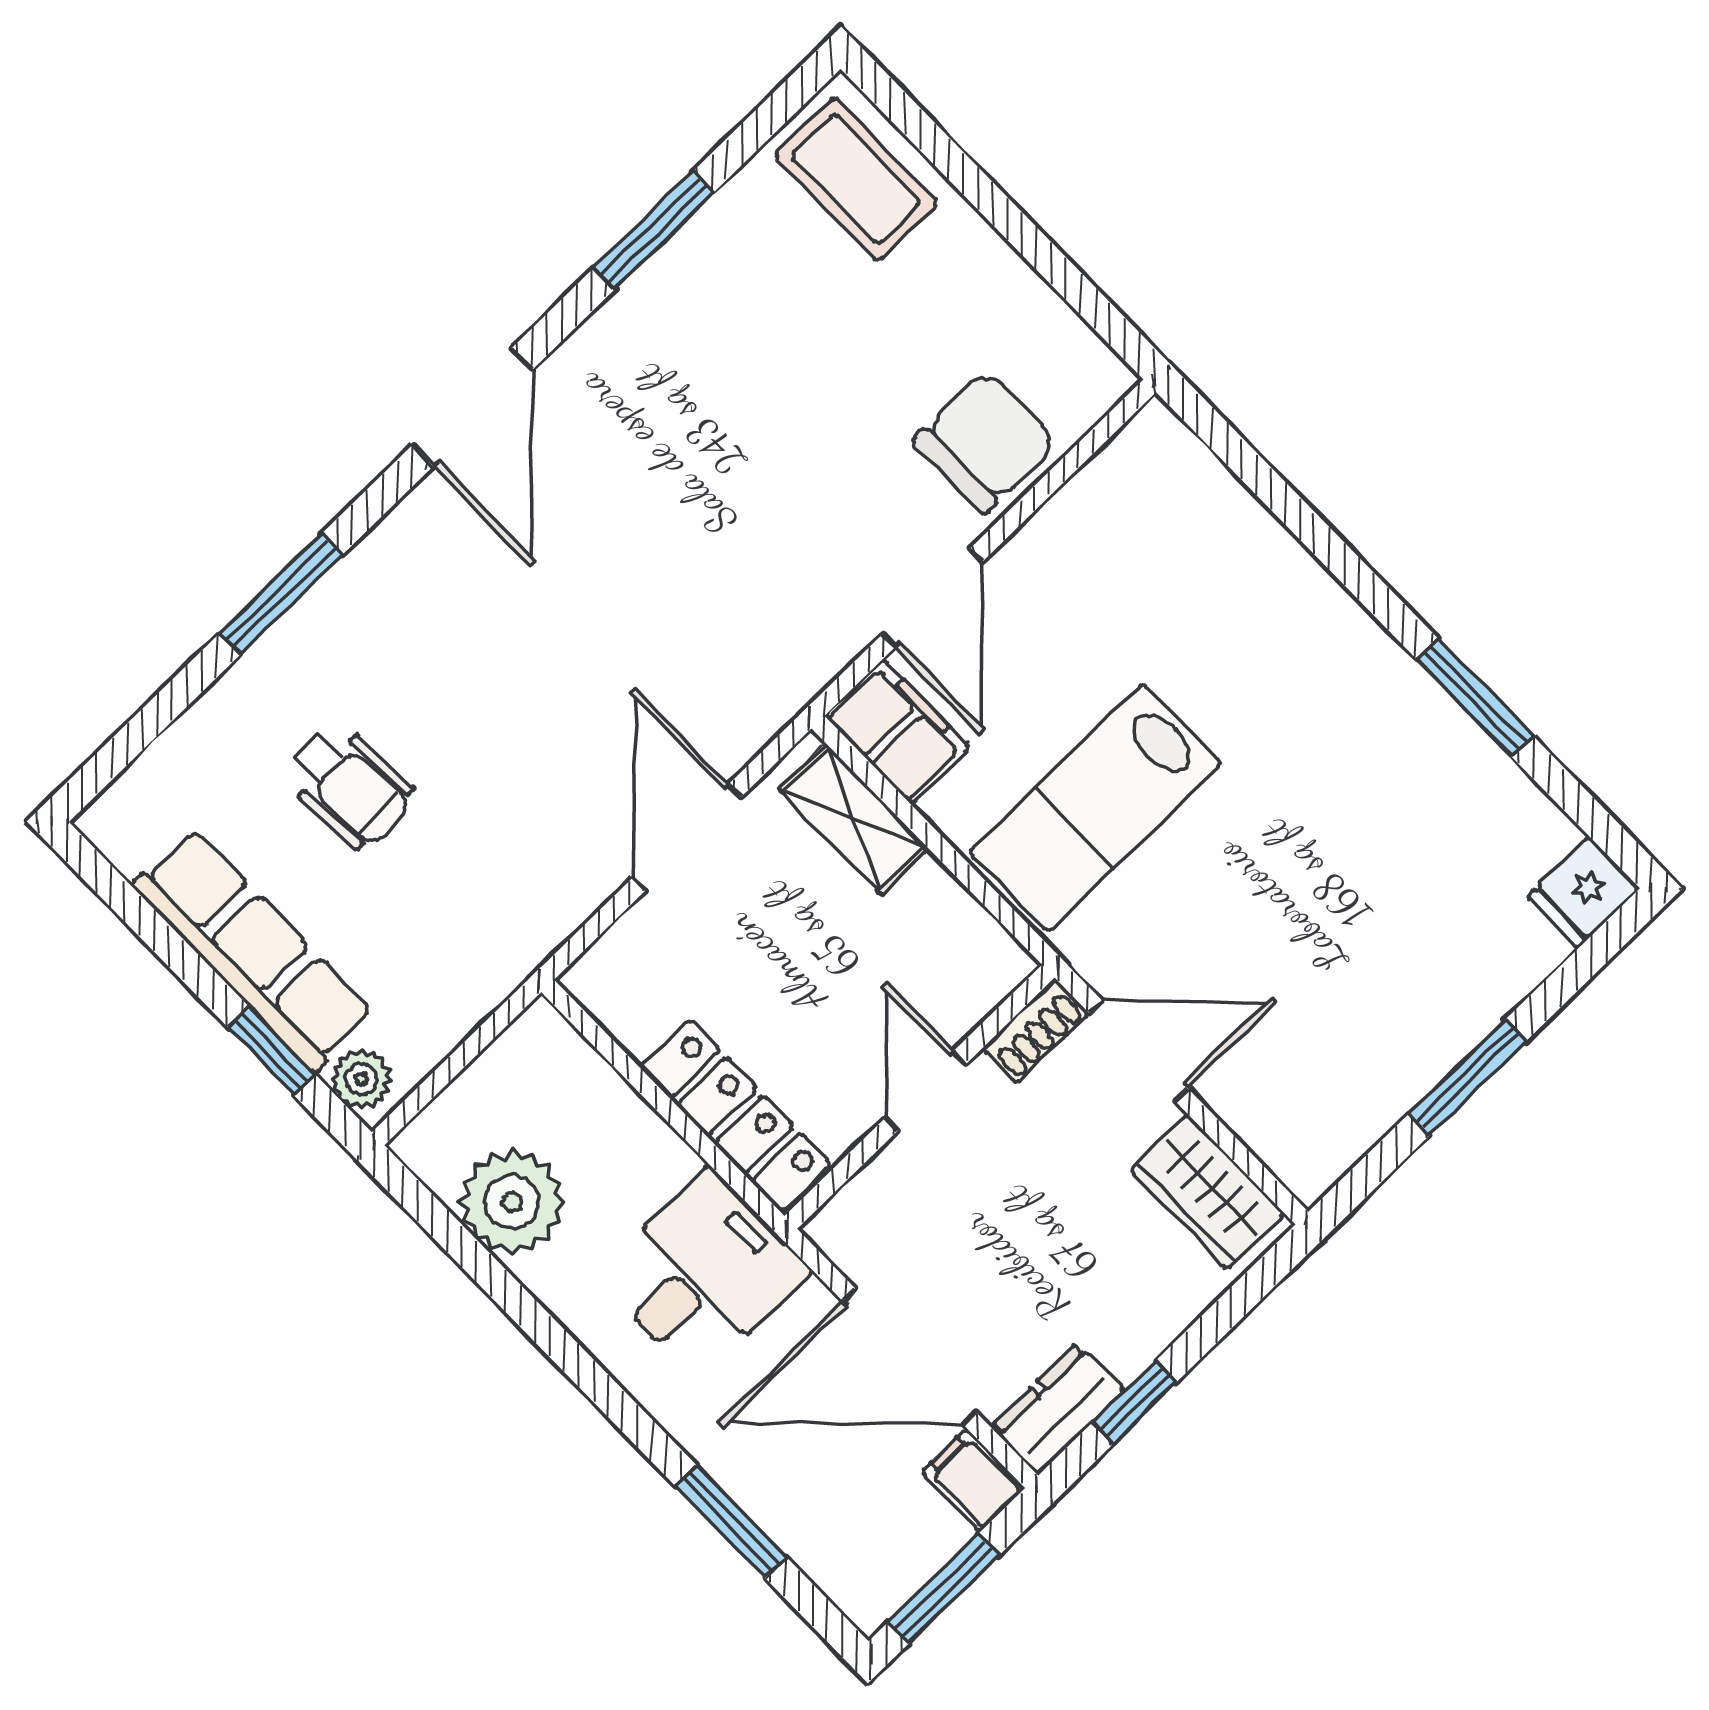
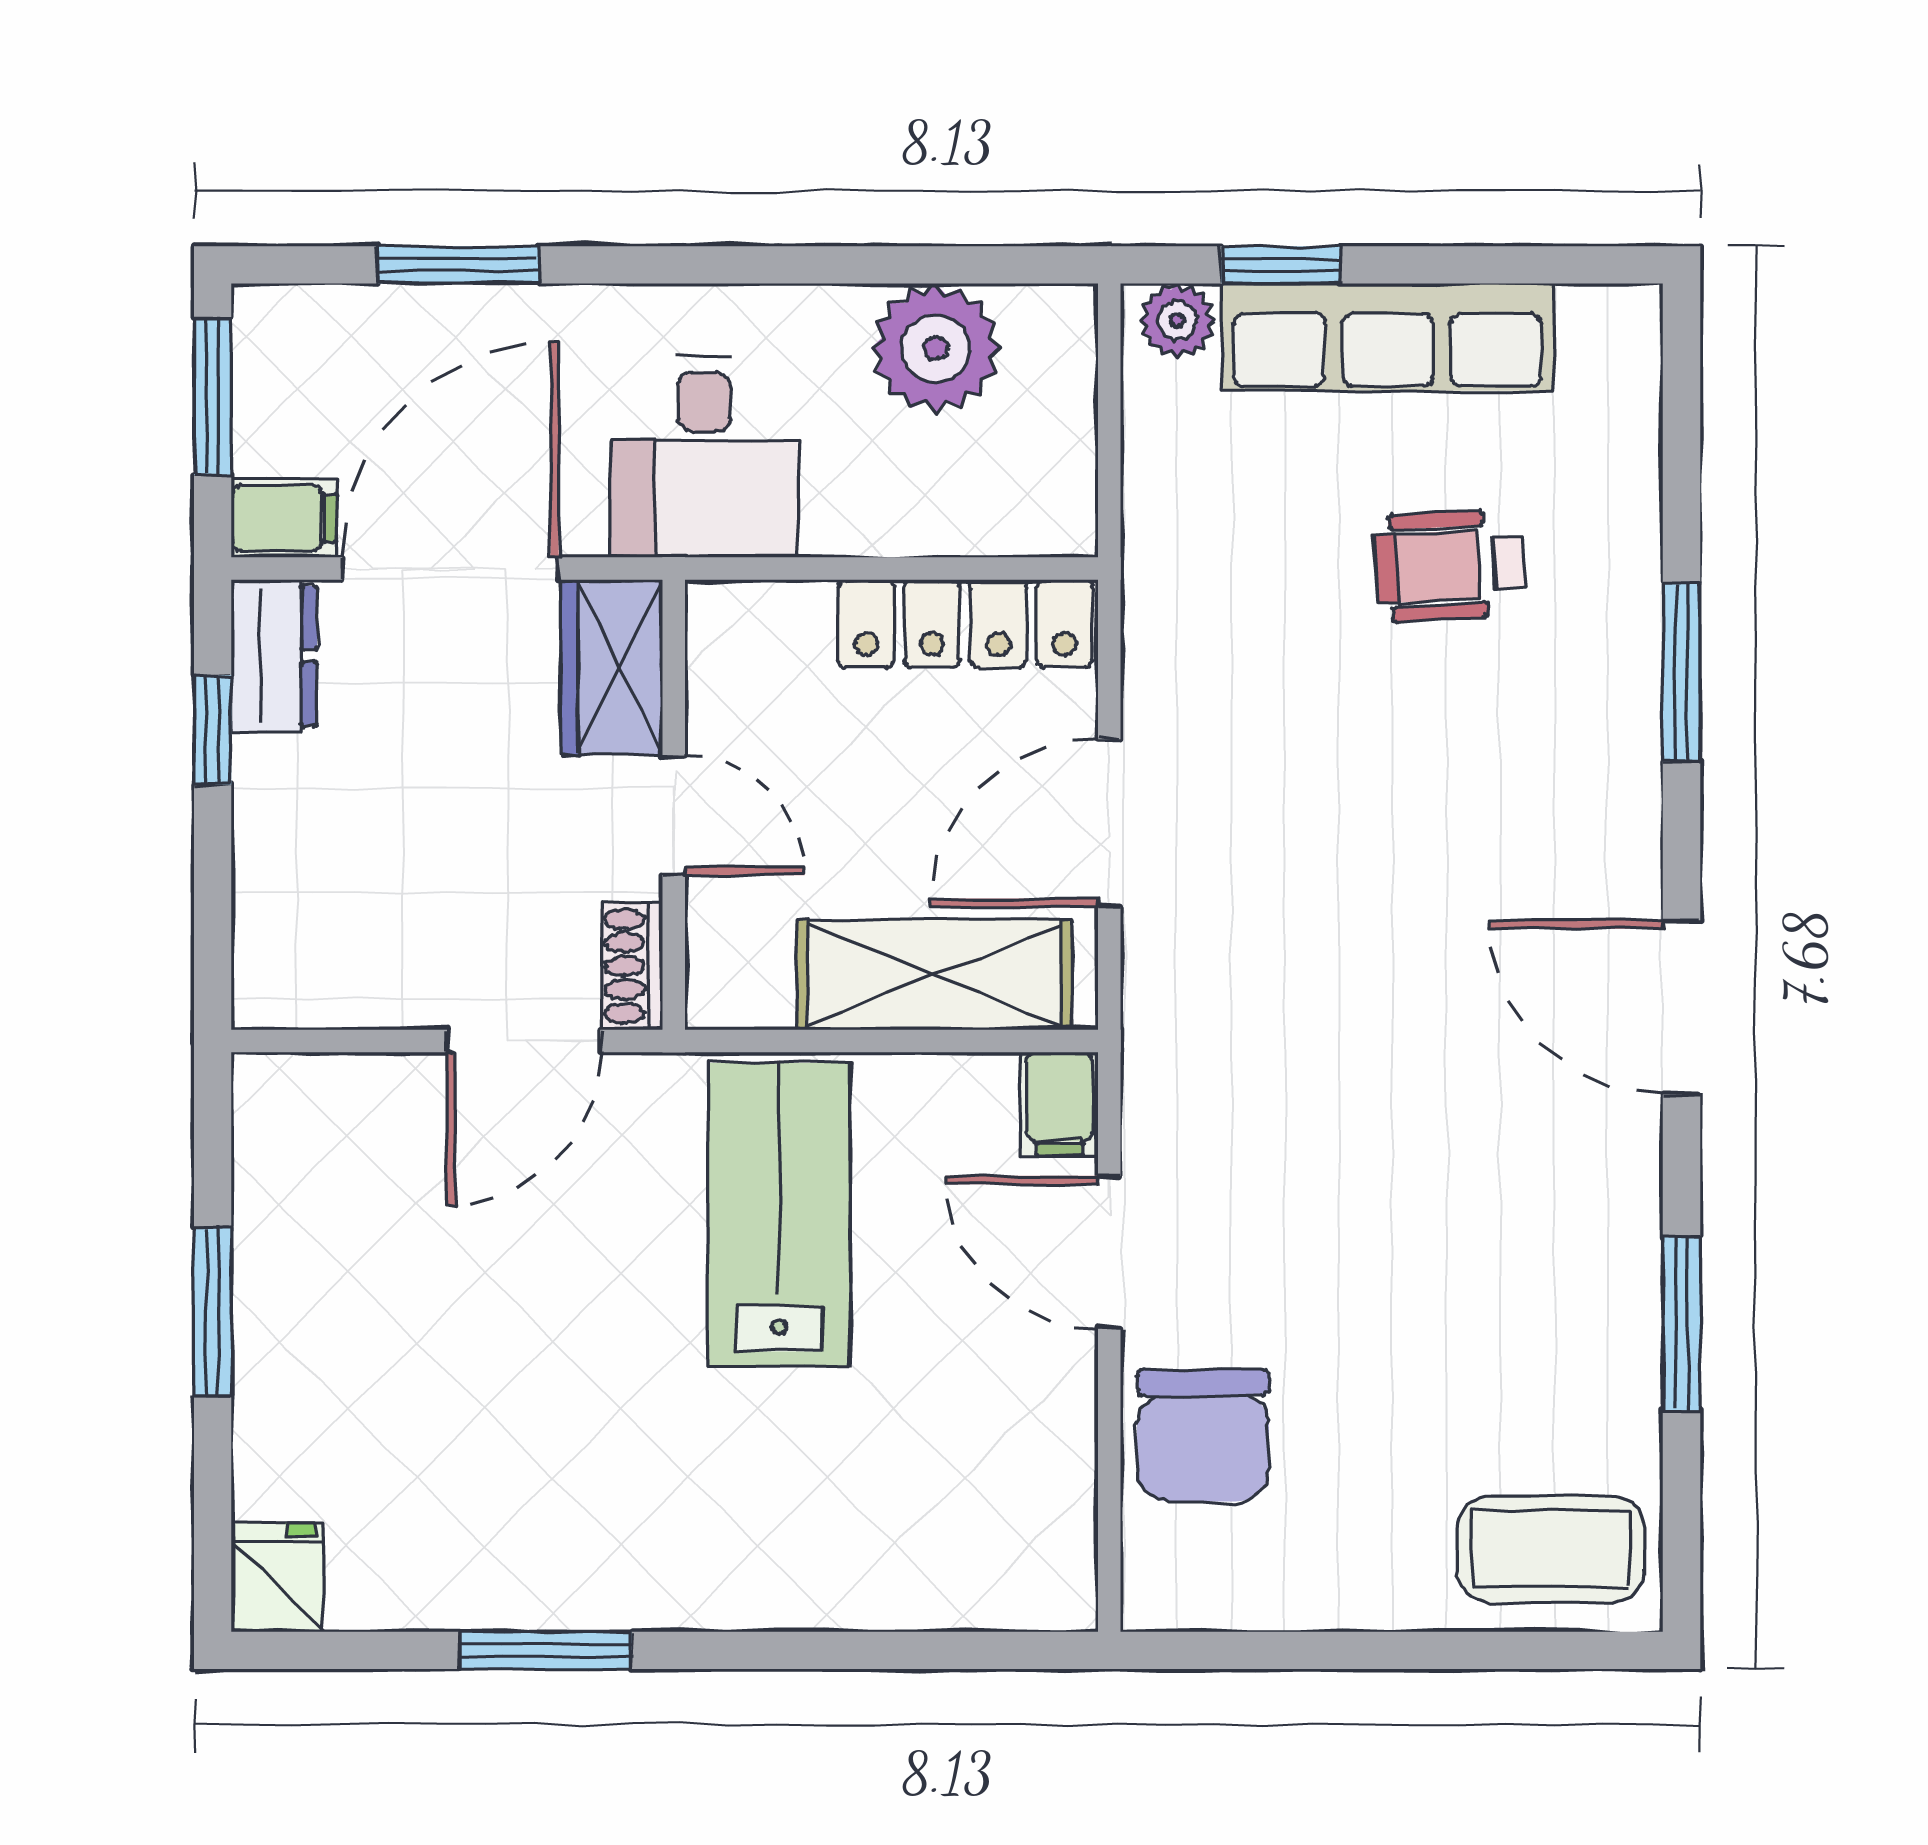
filing cabinet: (897, 731) -> (1059, 1104), width x0.50
shelving: (854, 819) -> (934, 975), width x1.50, depth x1.33
door: (687, 837) -> (1109, 823), swing flipped
locker: (736, 1116) -> (965, 624), moved
wardrobe: (1207, 1192) -> (612, 667), moved, turned -90

